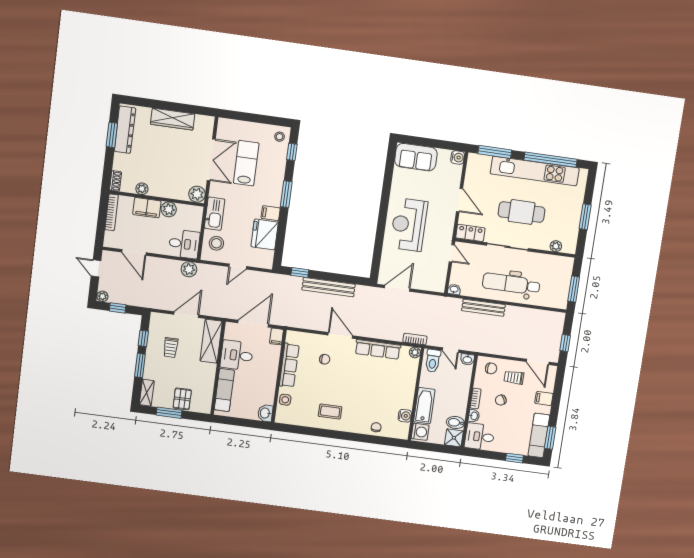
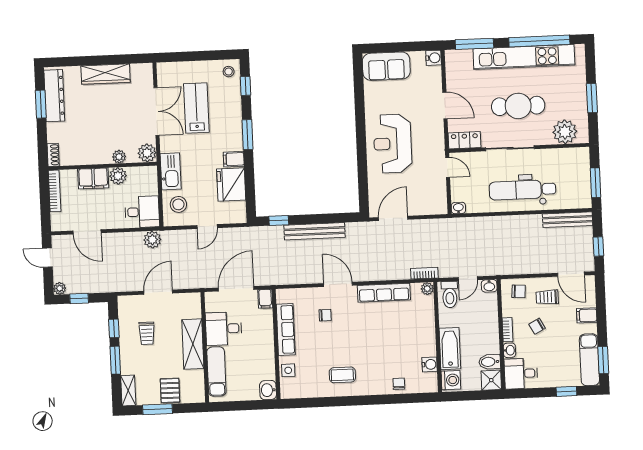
plant: (142, 189) -> (119, 157), moved
plant: (556, 246) -> (565, 132), width x1.88, depth x1.88
bench: (483, 308) -> (568, 220), moved
shelving: (211, 341) -> (193, 344), moved
door: (451, 350) -> (468, 279), hinge flipped

